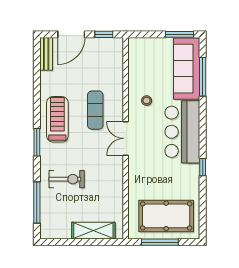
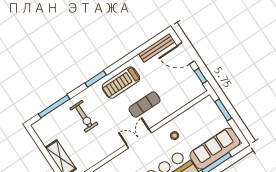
window: (179, 34) -> (223, 110), moved
bench: (46, 54) -> (157, 48), width x1.36
treadmill: (57, 119) -> (121, 83), turned 180

